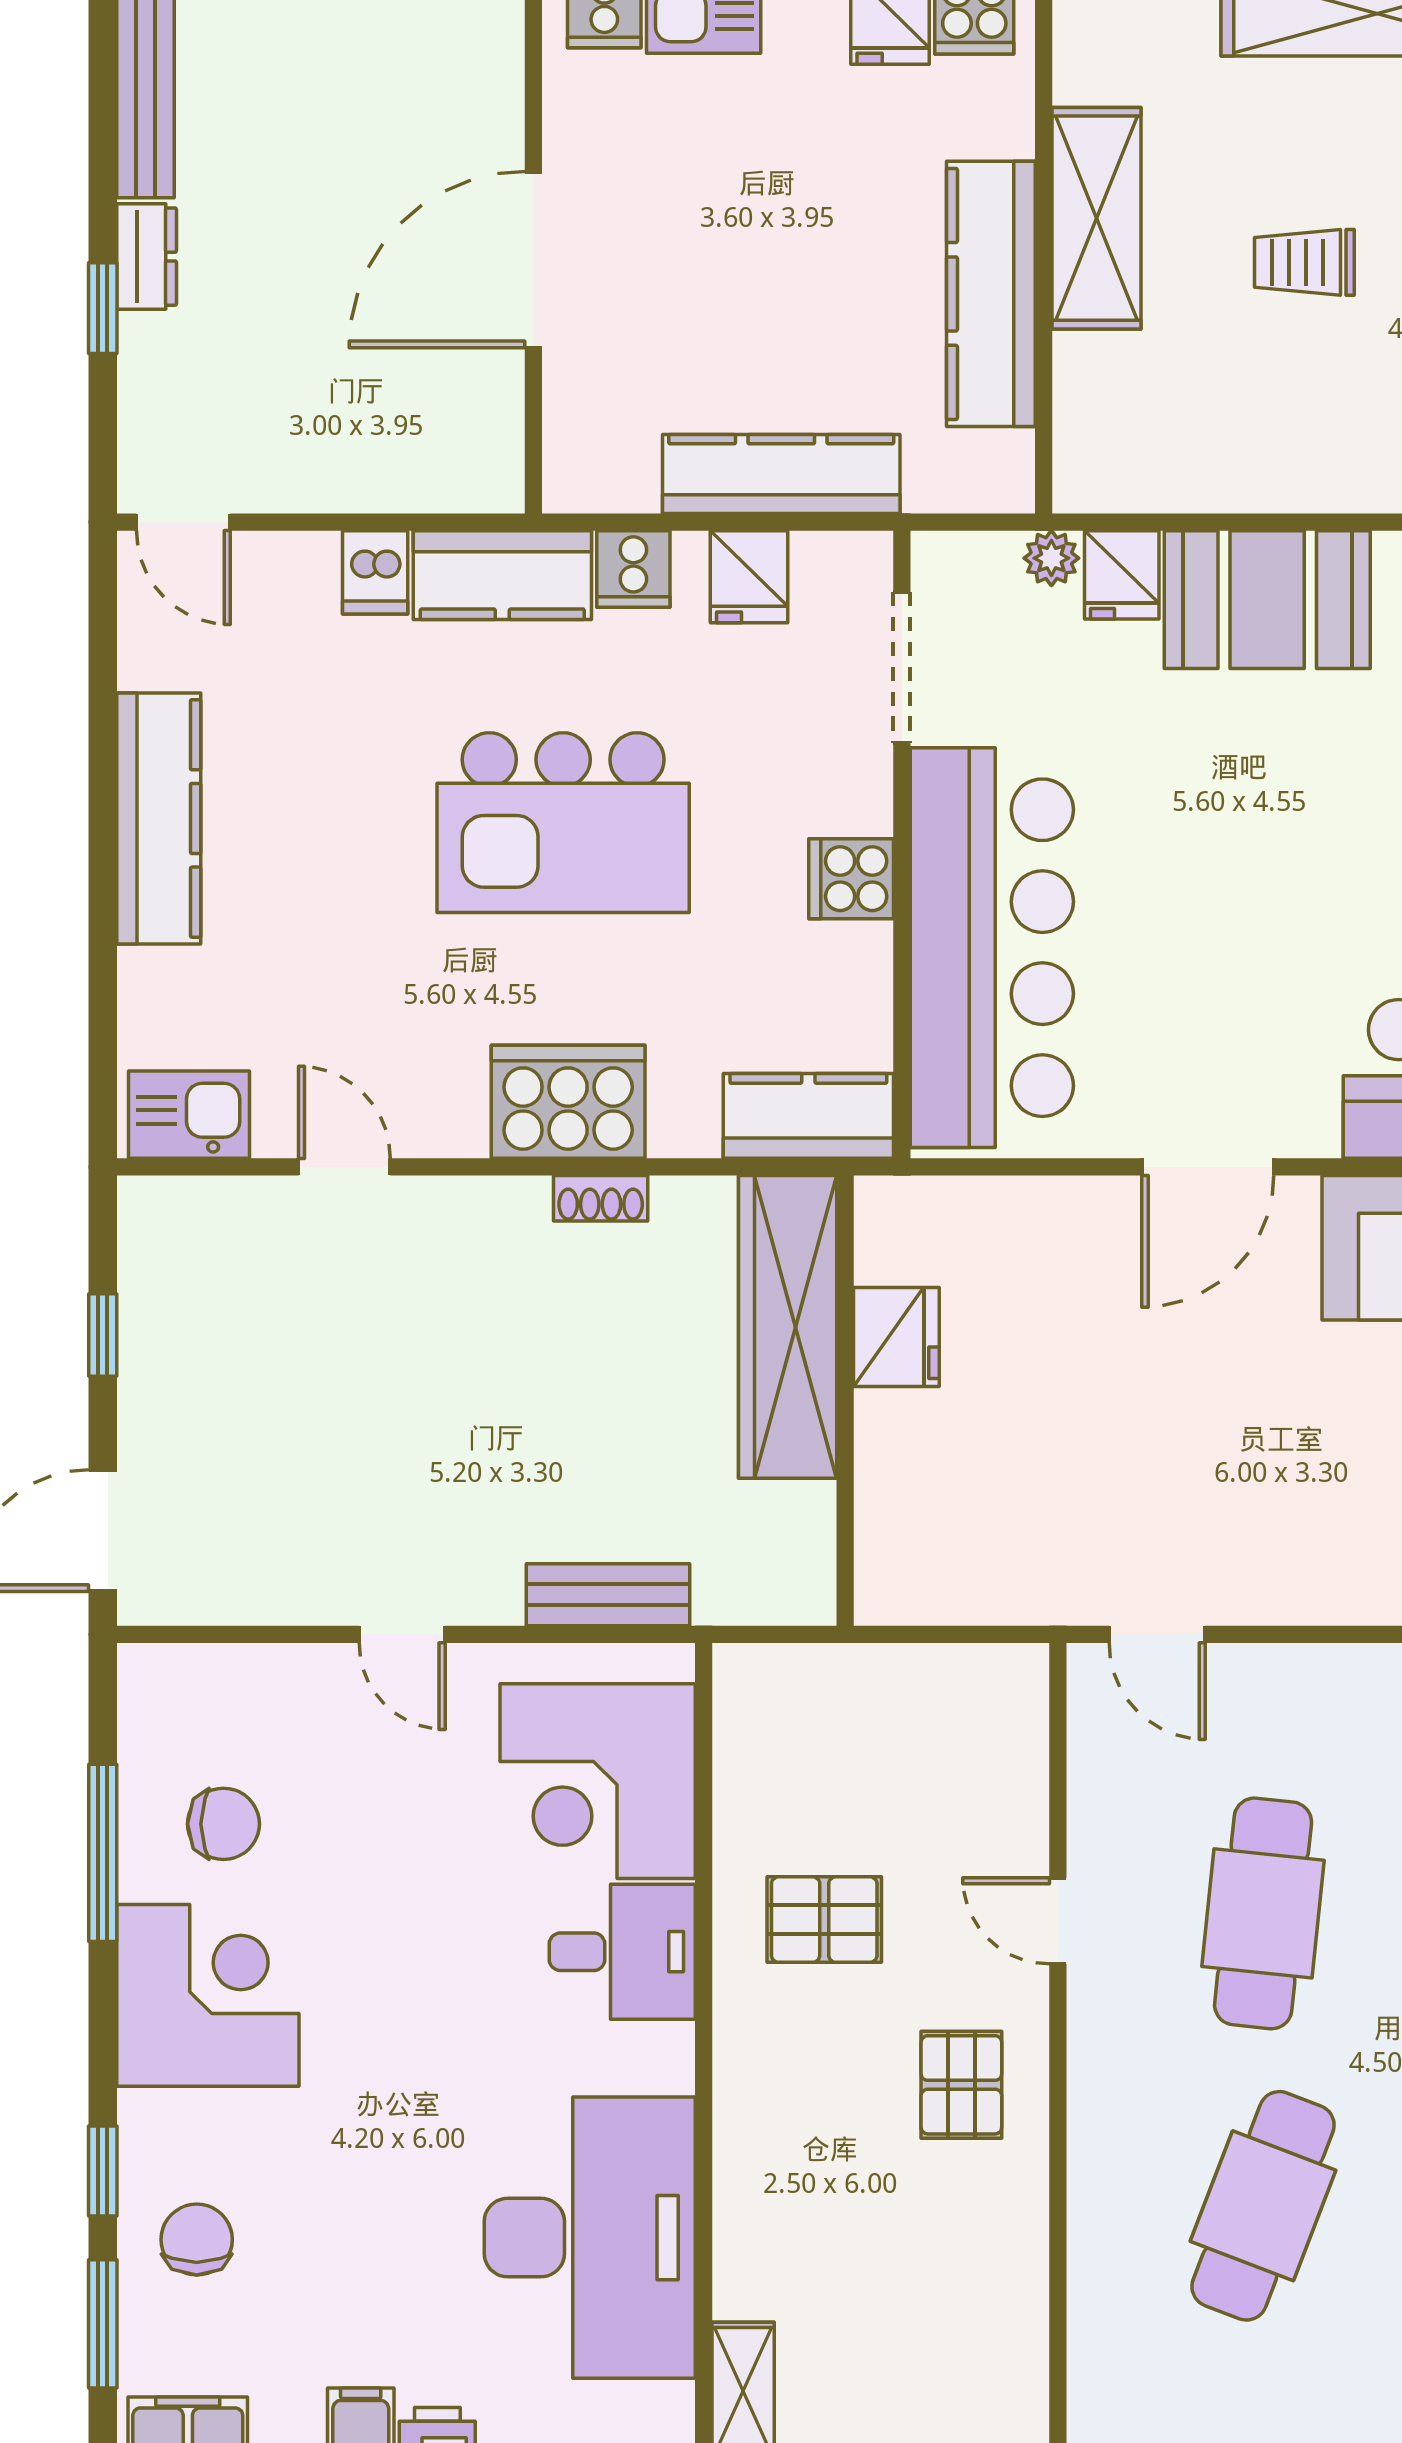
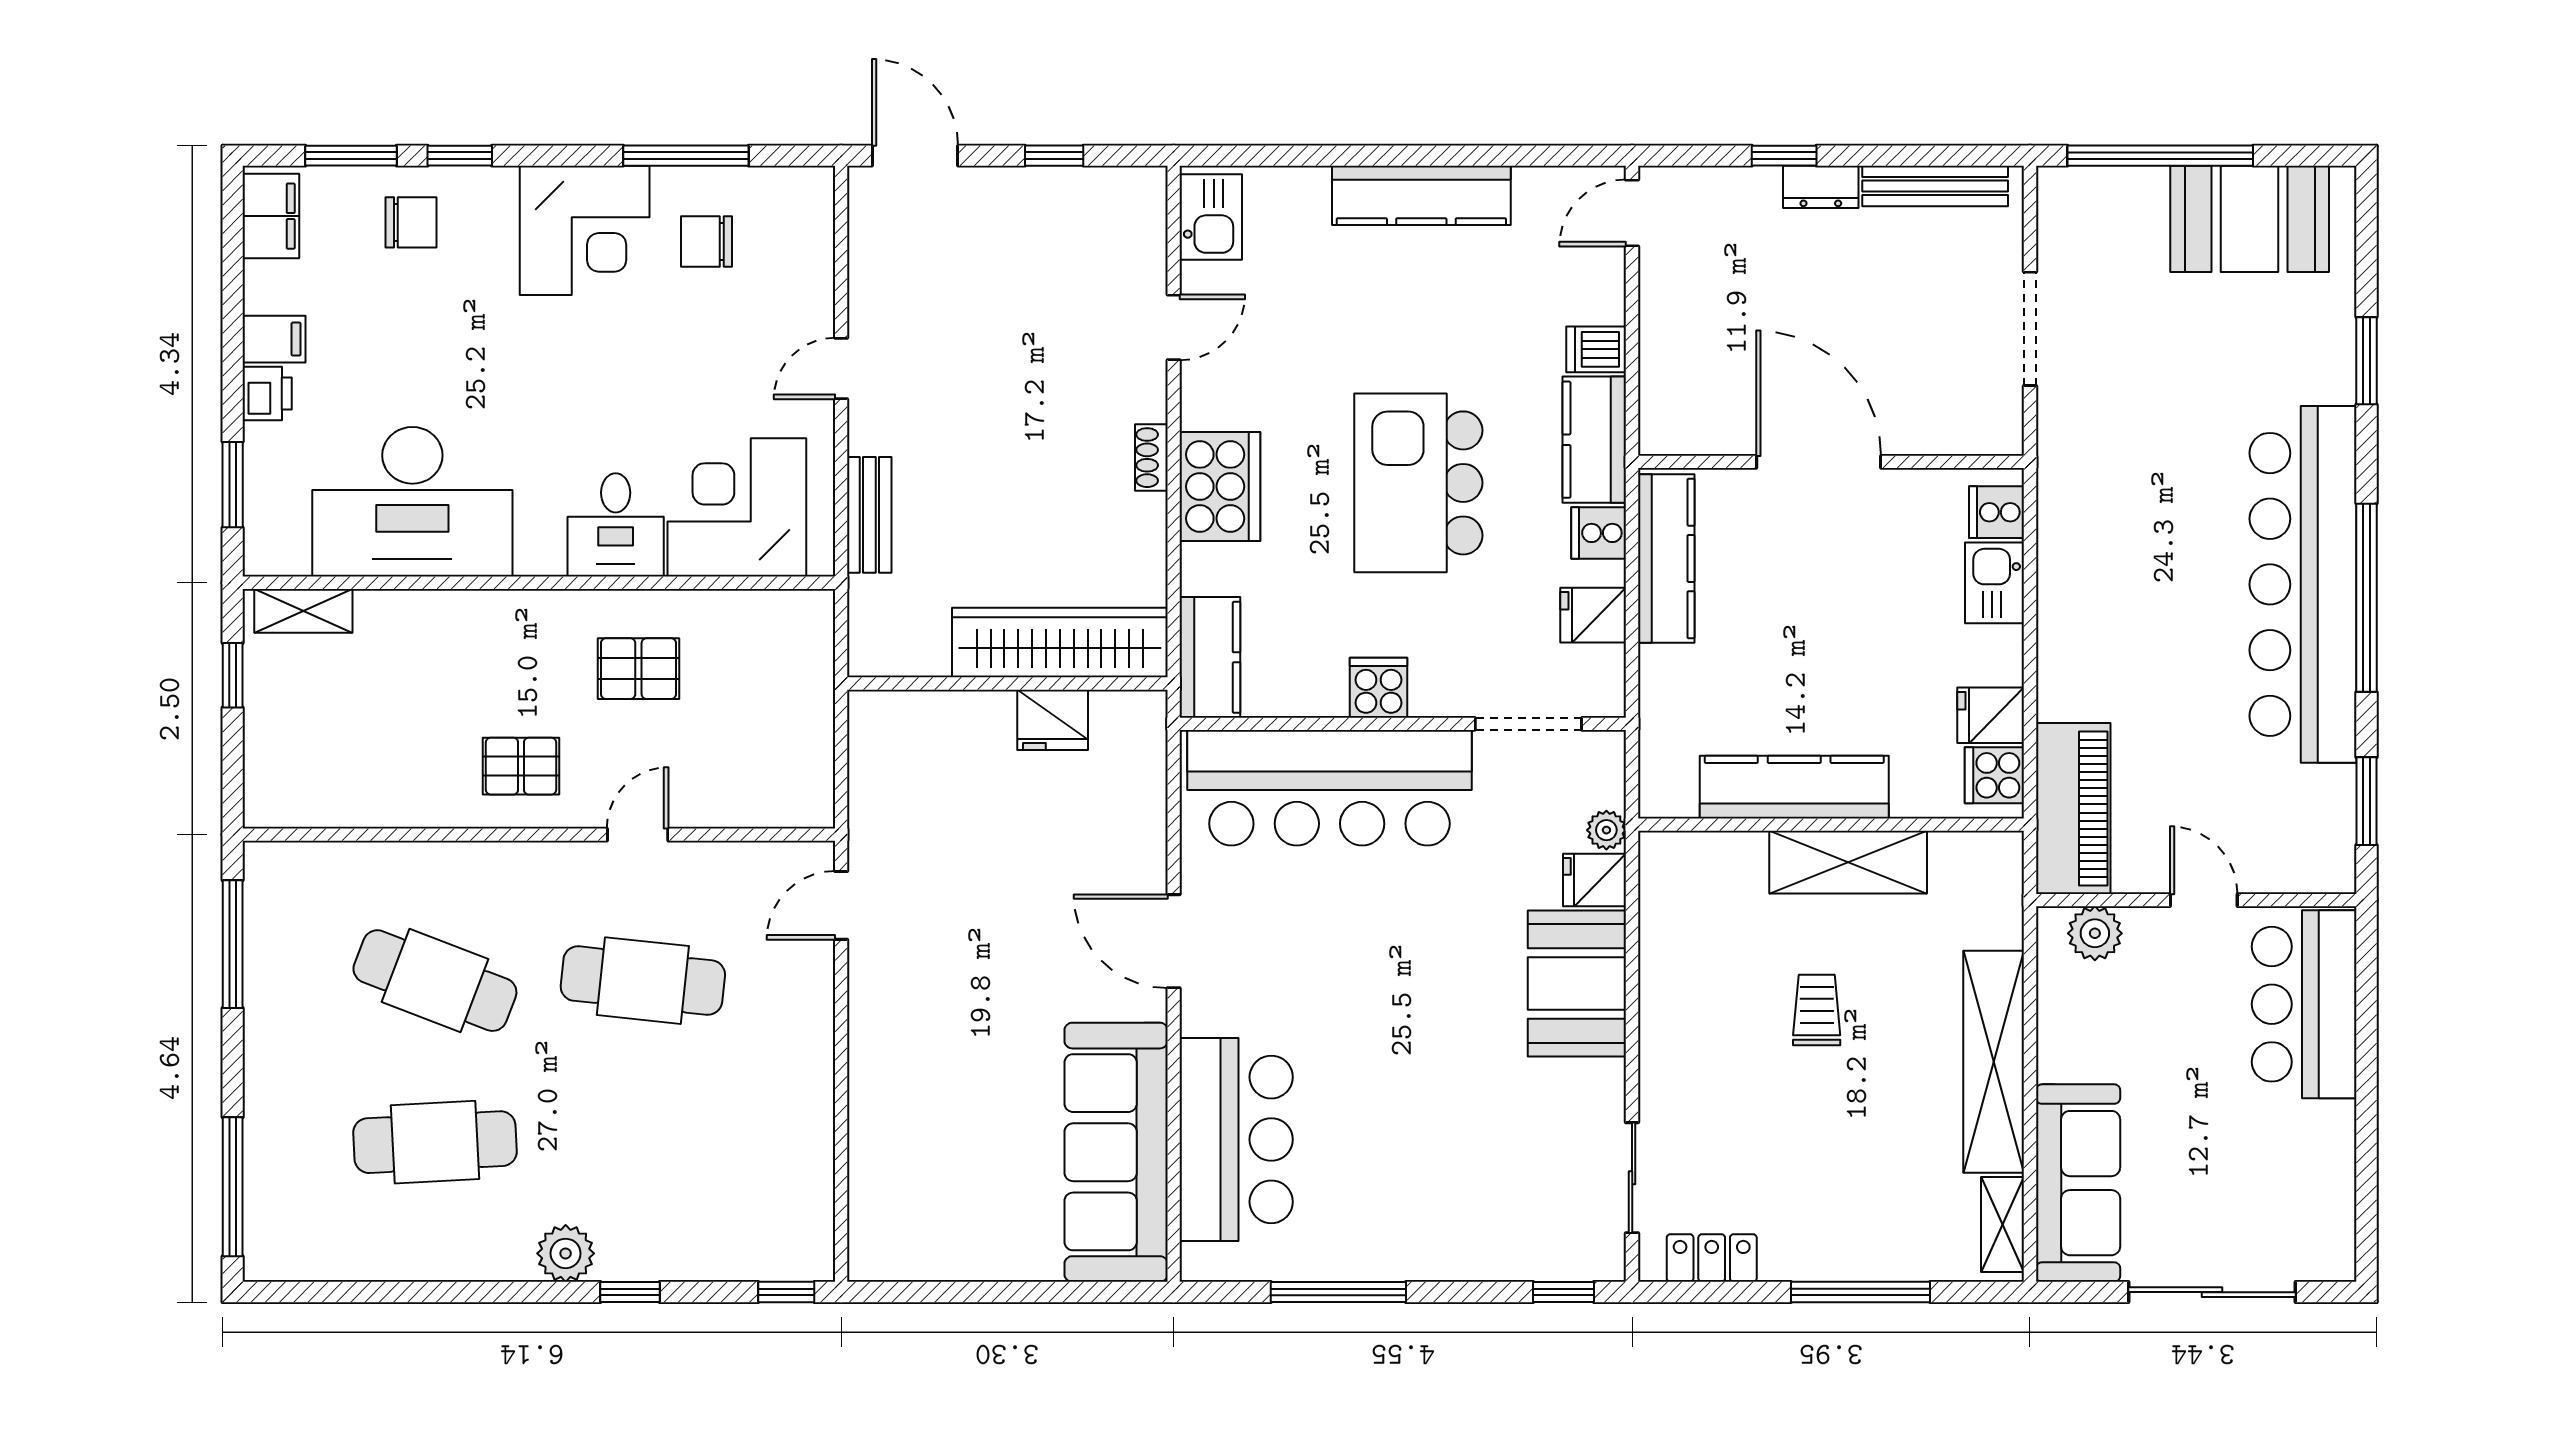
kitchen counter: (781, 474) -> (1666, 558), moved
shoe rack: (601, 1198) -> (1151, 458), moved
chair: (223, 1824) -> (707, 241), turned 90
pallet: (824, 1920) -> (638, 669), turned 90

